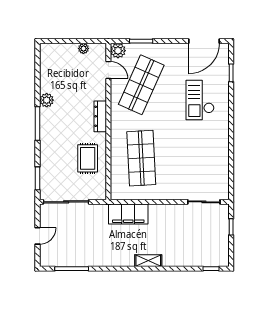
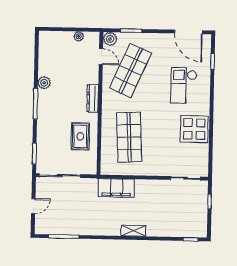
door: (204, 41) -> (189, 32), hinge flipped
display table: (213, 148) -> (194, 129), added

